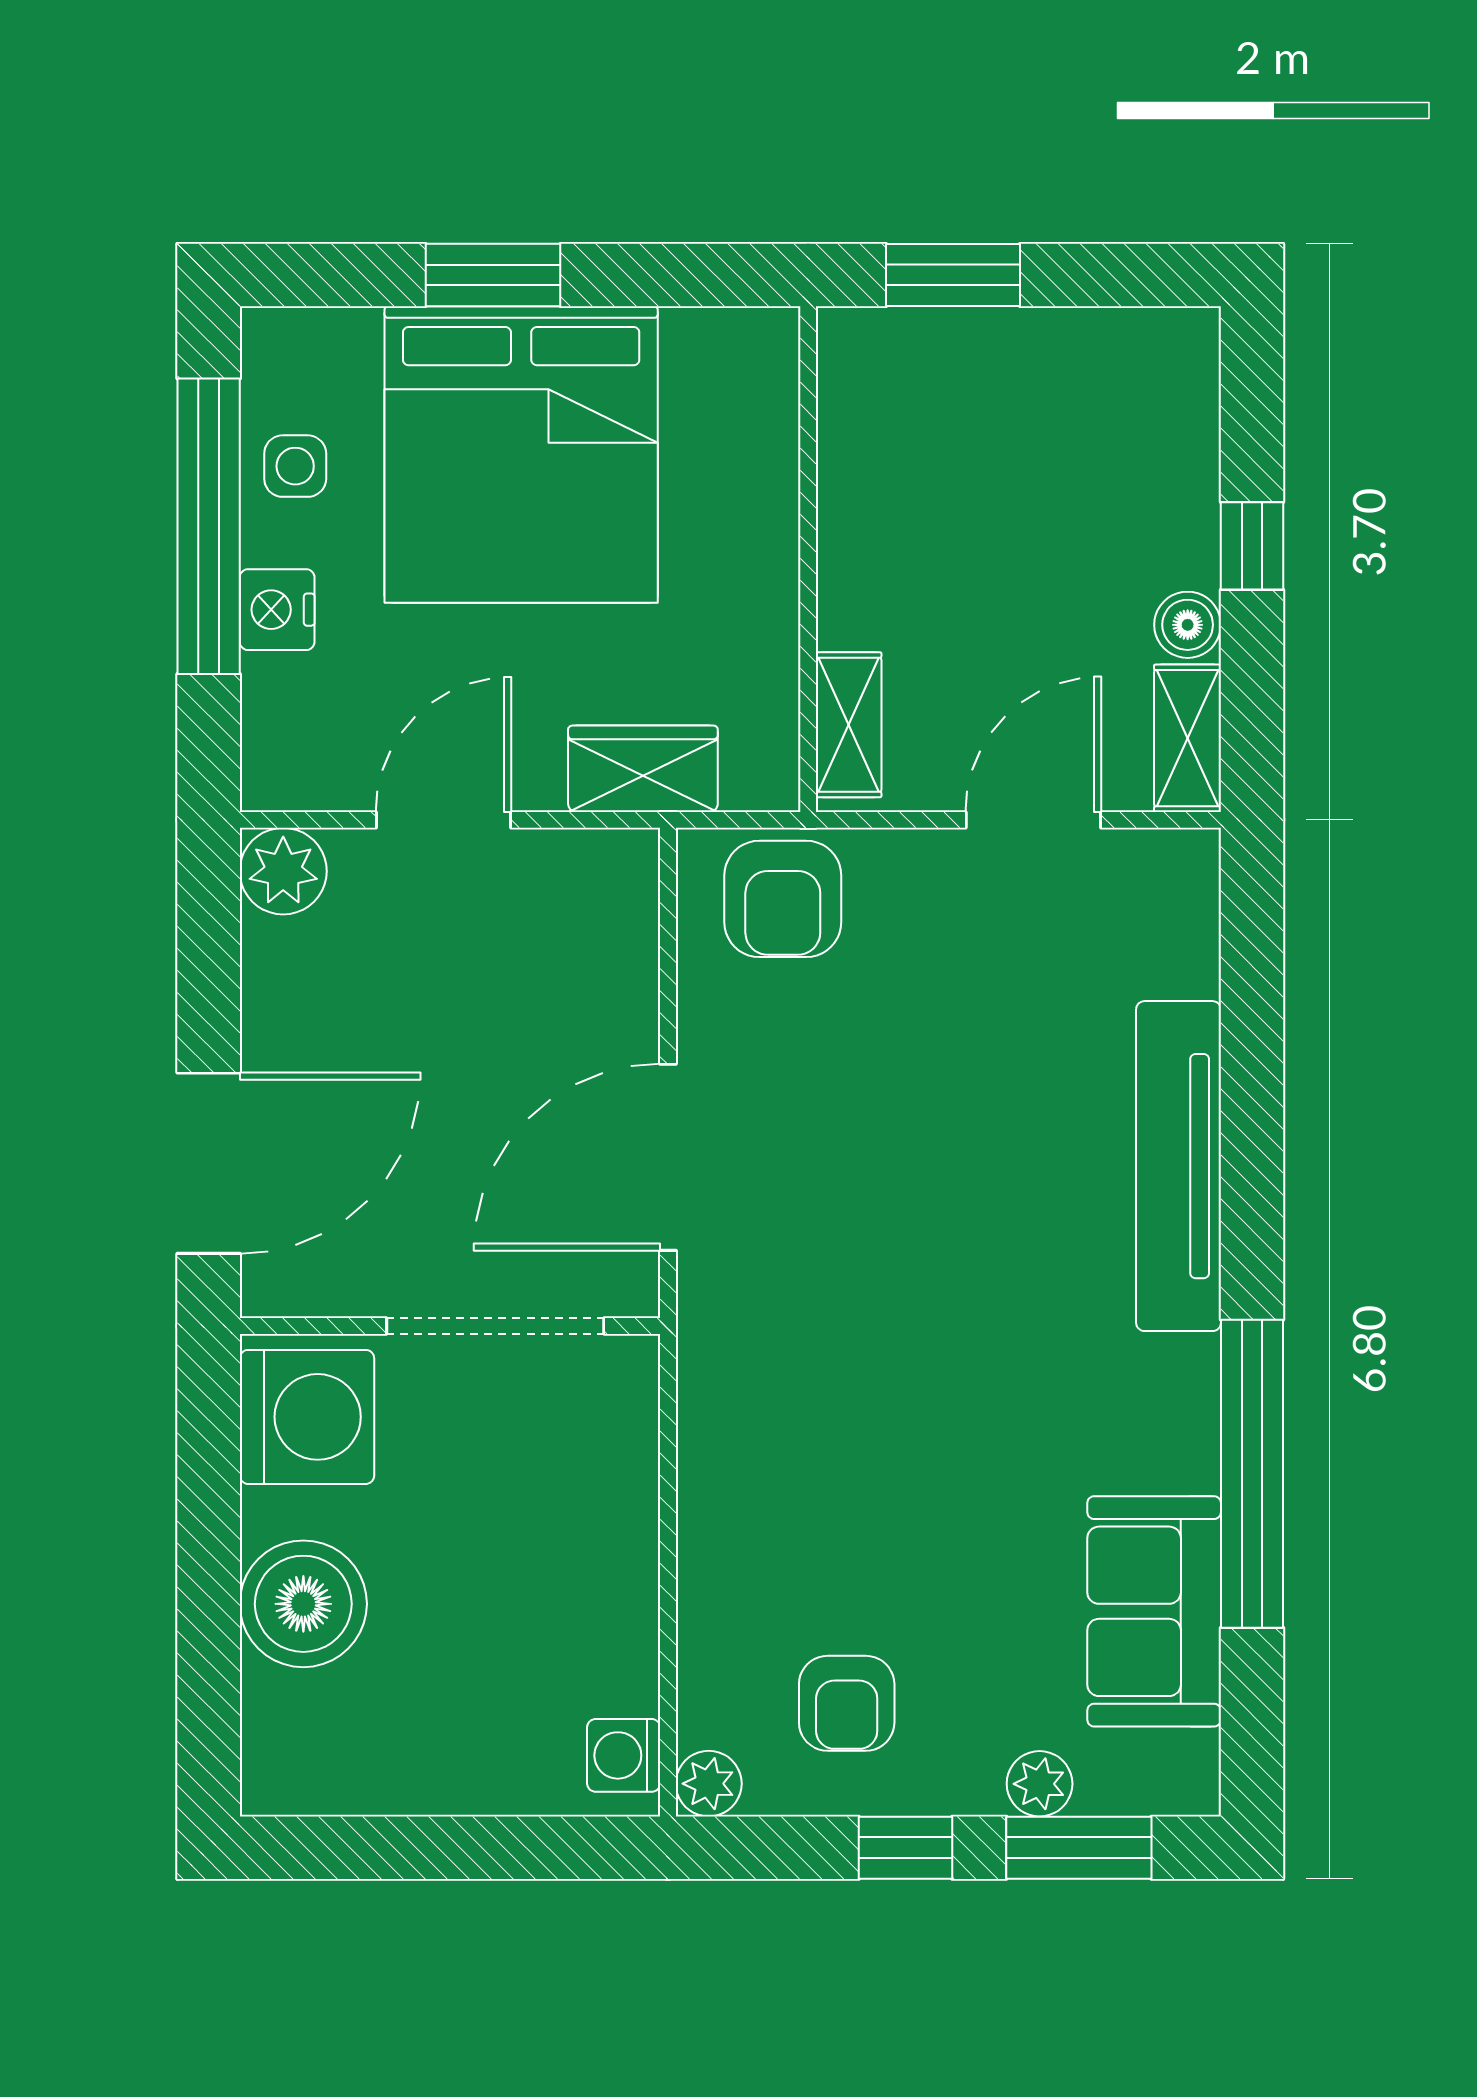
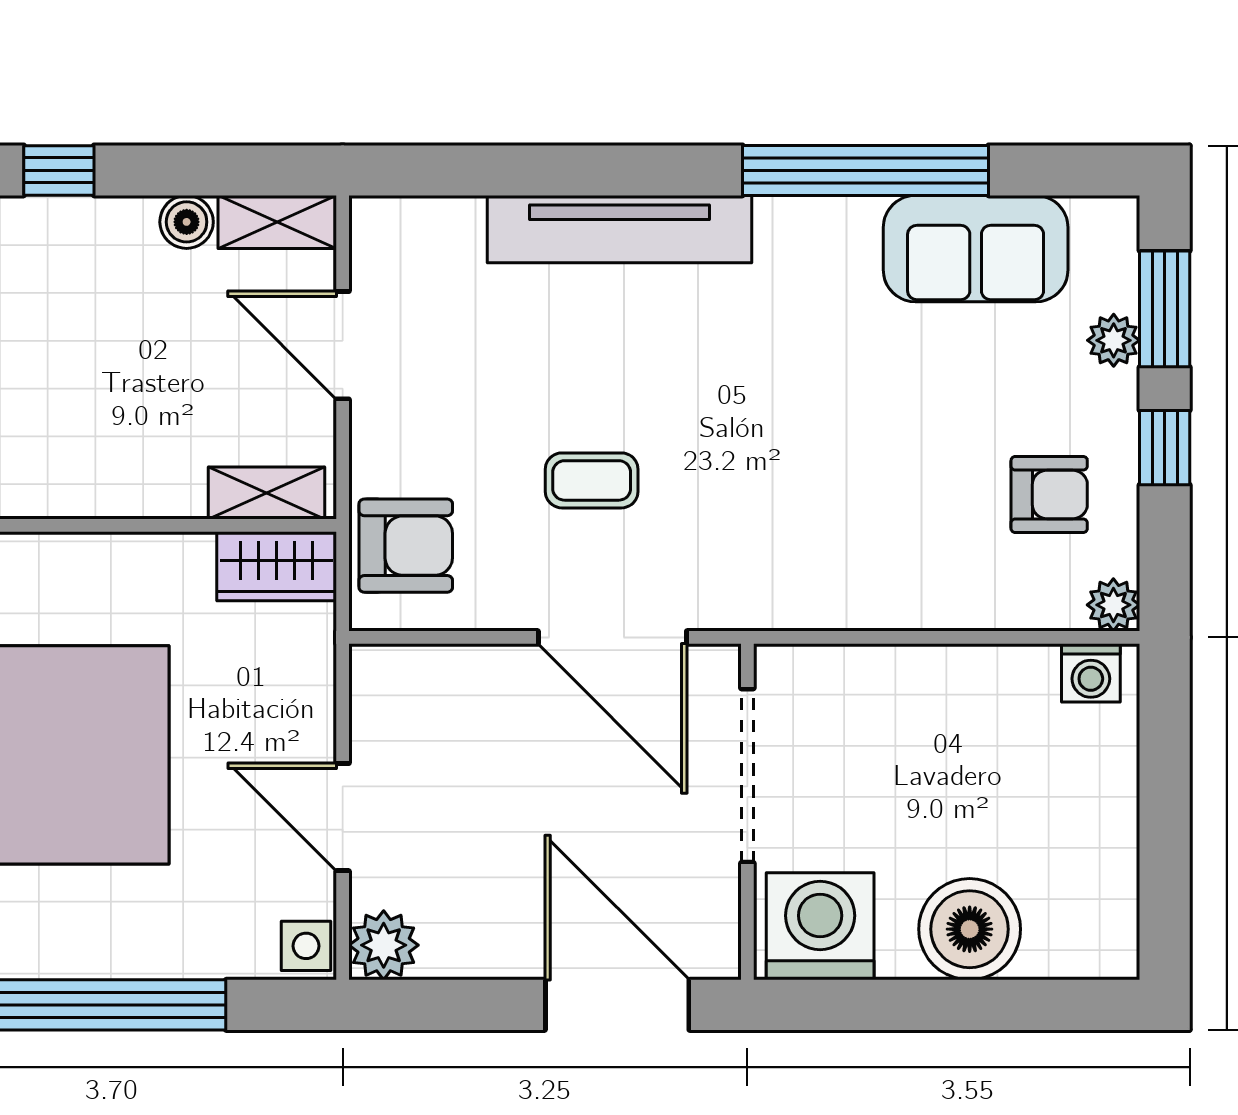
side table: (295, 466) -> (306, 946), moved
window: (1252, 546) -> (59, 170), moved
nightstand: (277, 610) -> (174, 950), removed
wardrobe: (643, 769) -> (277, 566), moved, turned -90
coffee table: (864, 1131) -> (592, 480), added

